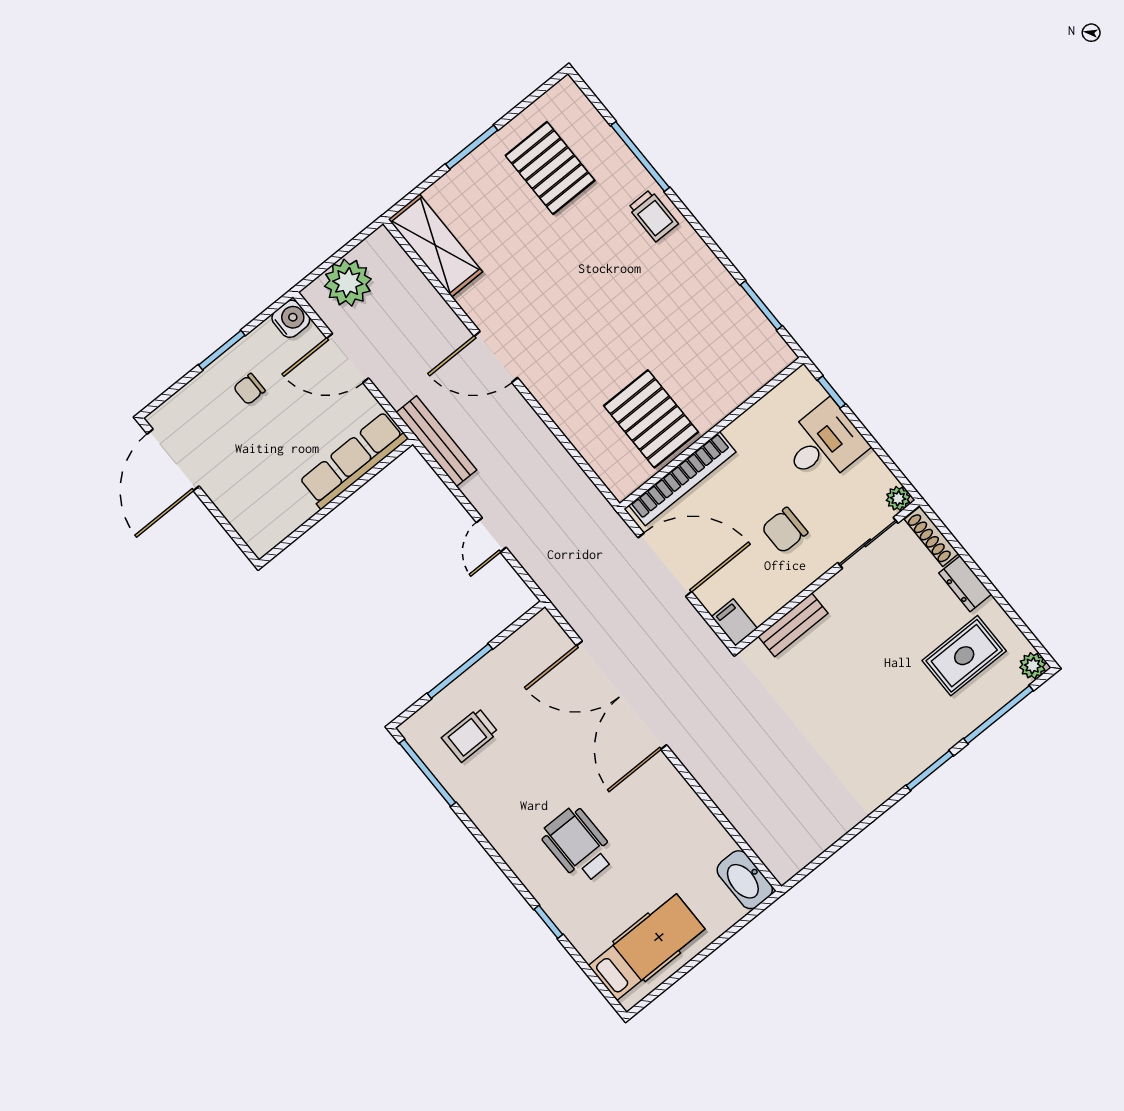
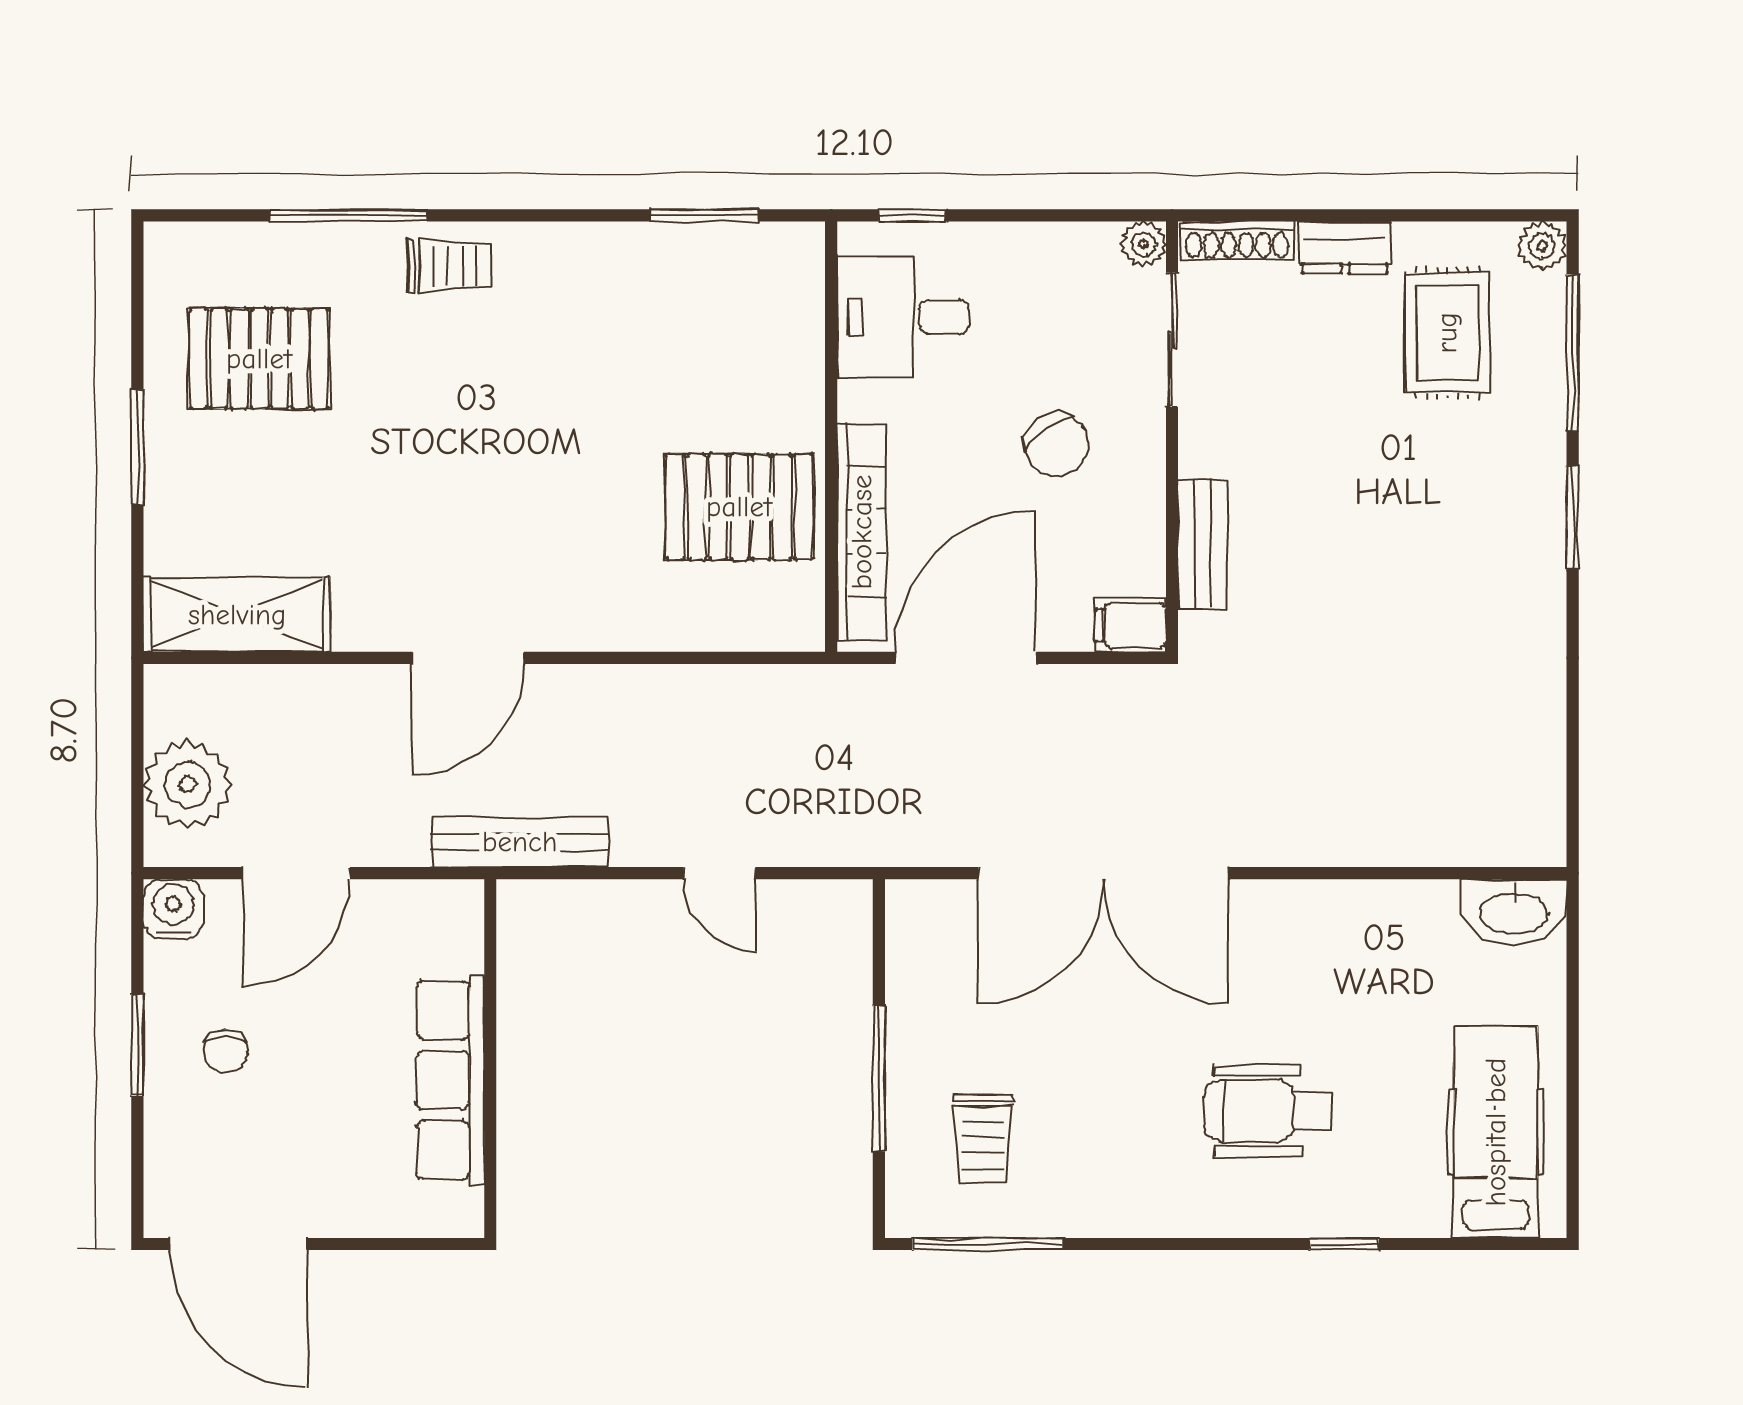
desk: (824, 444) -> (903, 317), moved, turned -90
row of seats: (353, 460) -> (450, 1080), moved
chair: (785, 530) -> (1056, 445), turned -36

